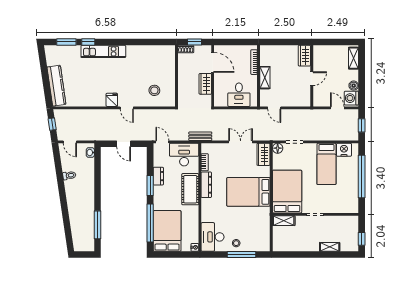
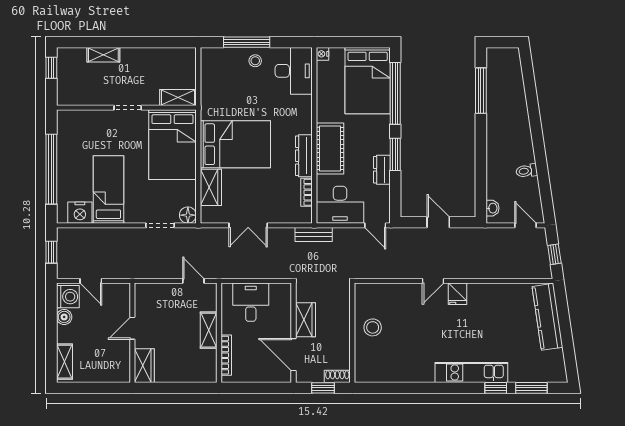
stool: (154, 90) -> (373, 327), moved
door: (127, 108) -> (433, 281), swing flipped
wardrobe: (263, 154) -> (211, 187), moved

